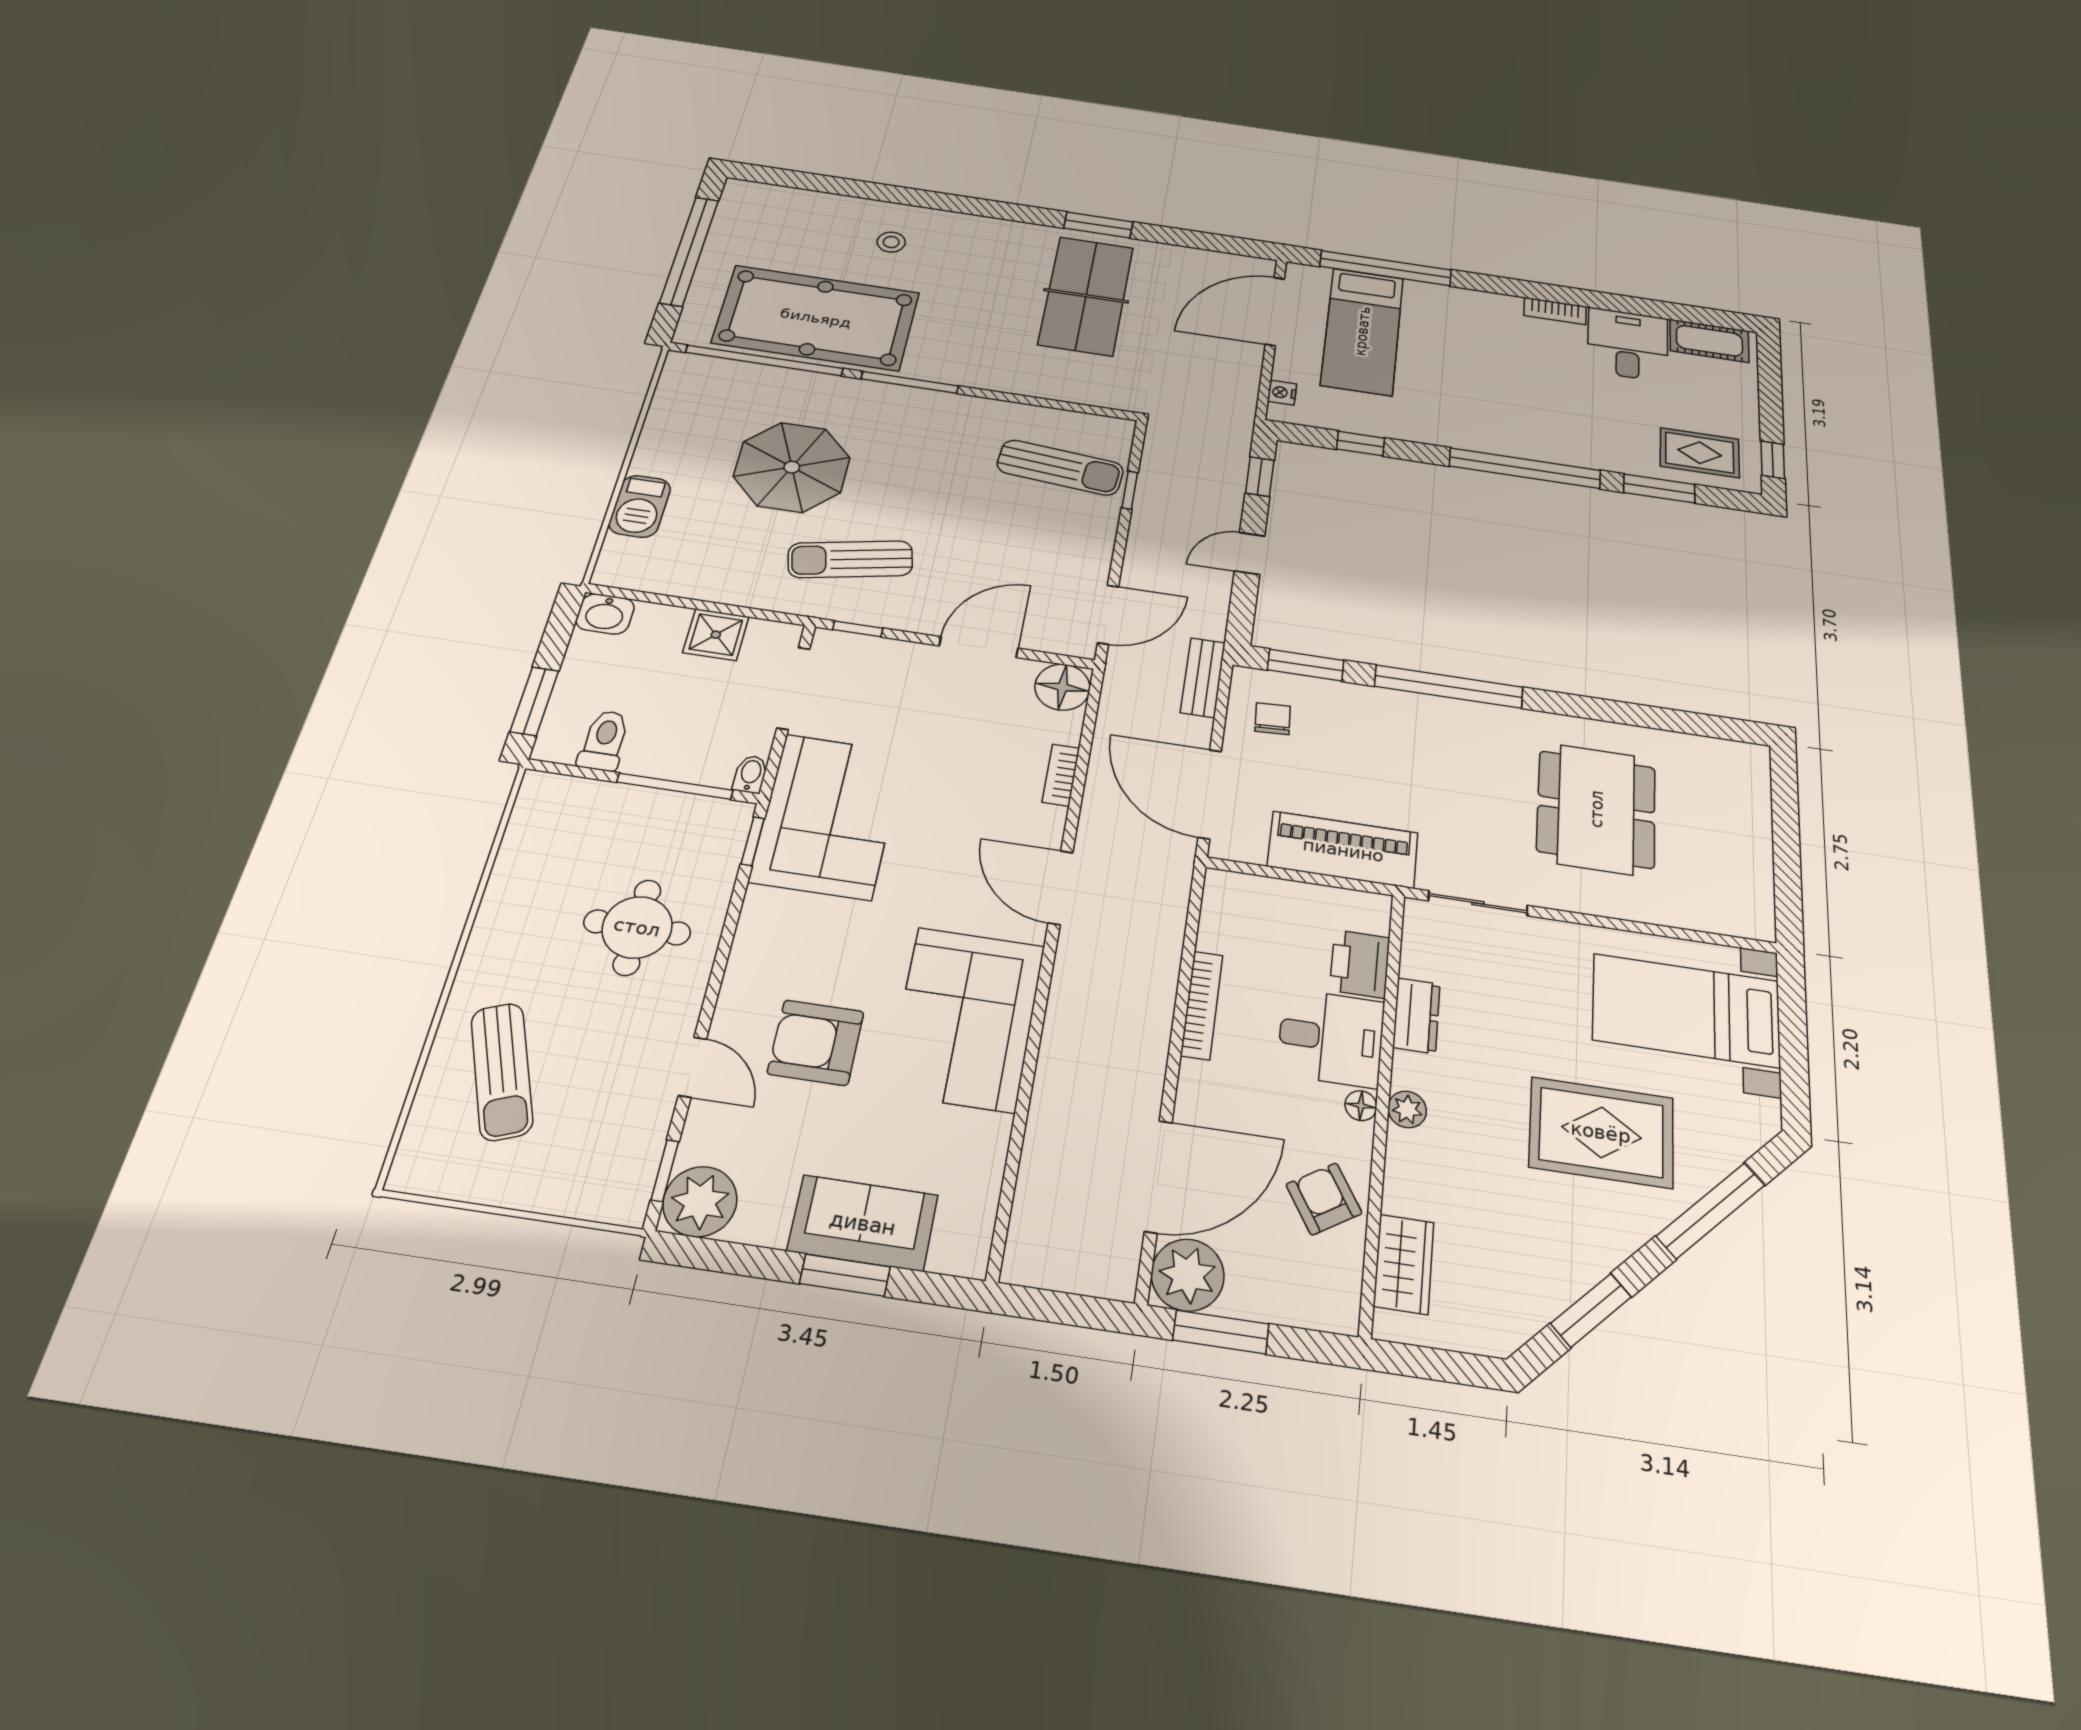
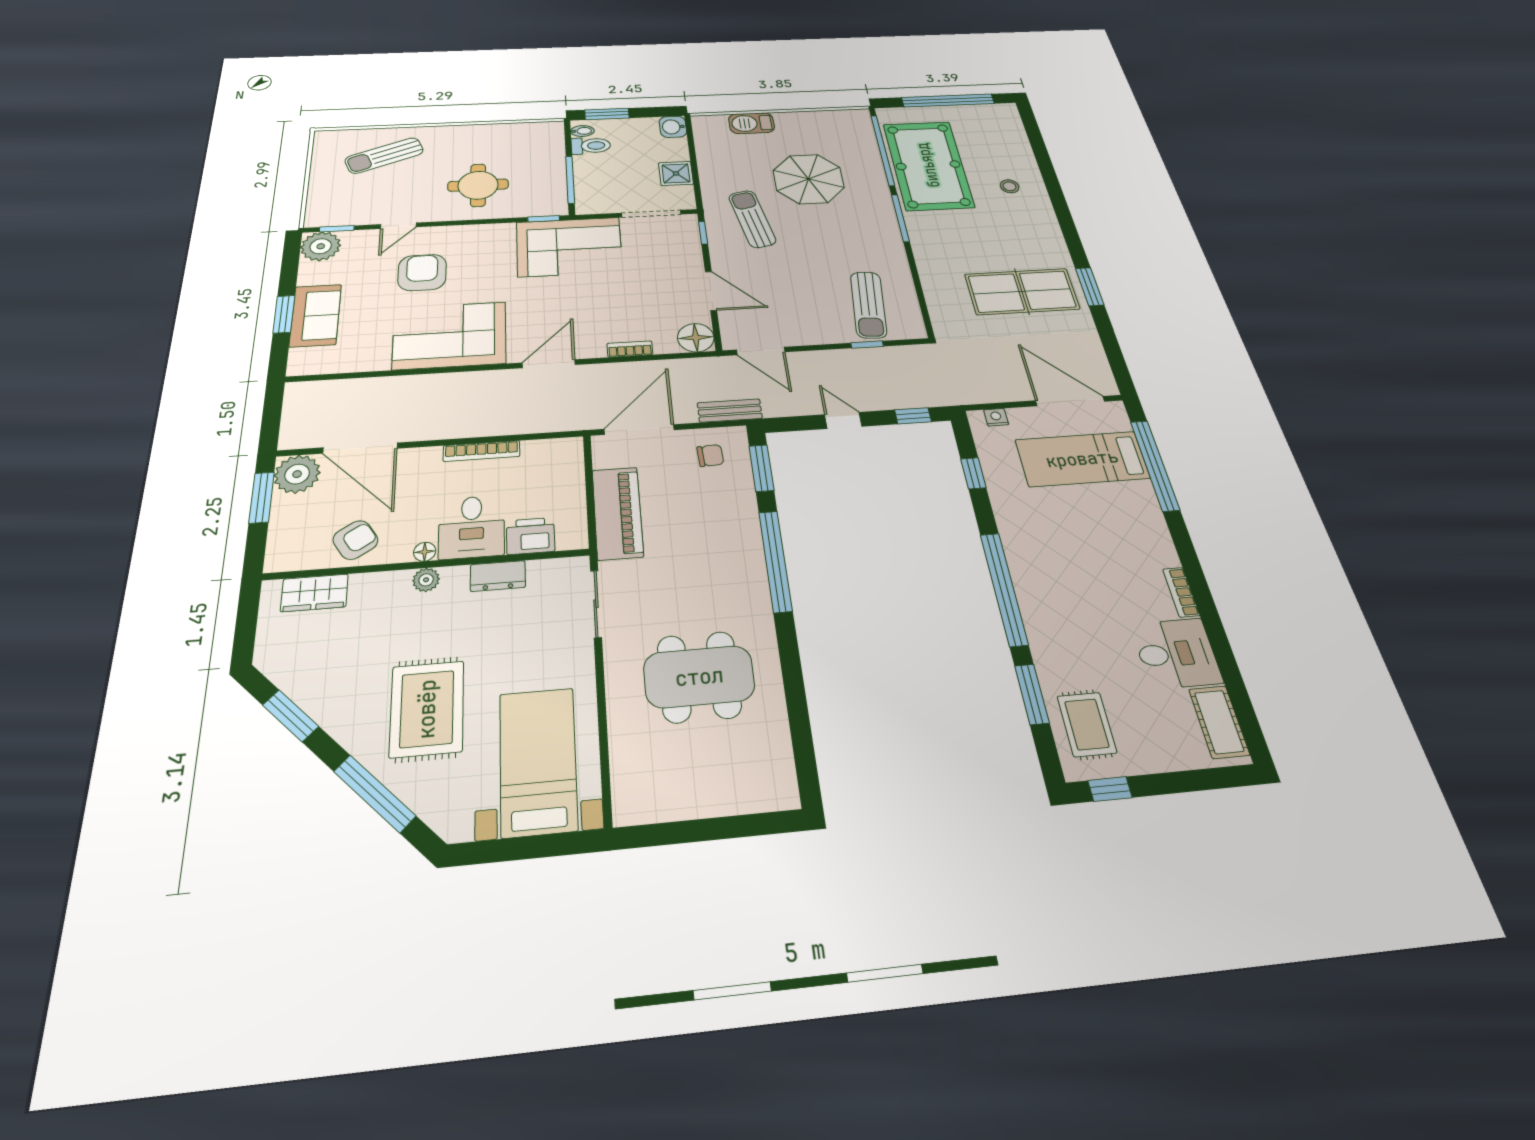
bidet: (750, 774) -> (582, 131), moved

